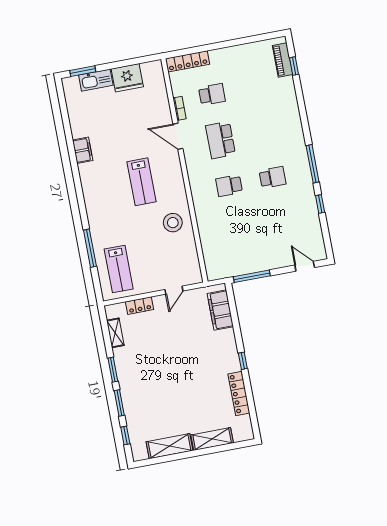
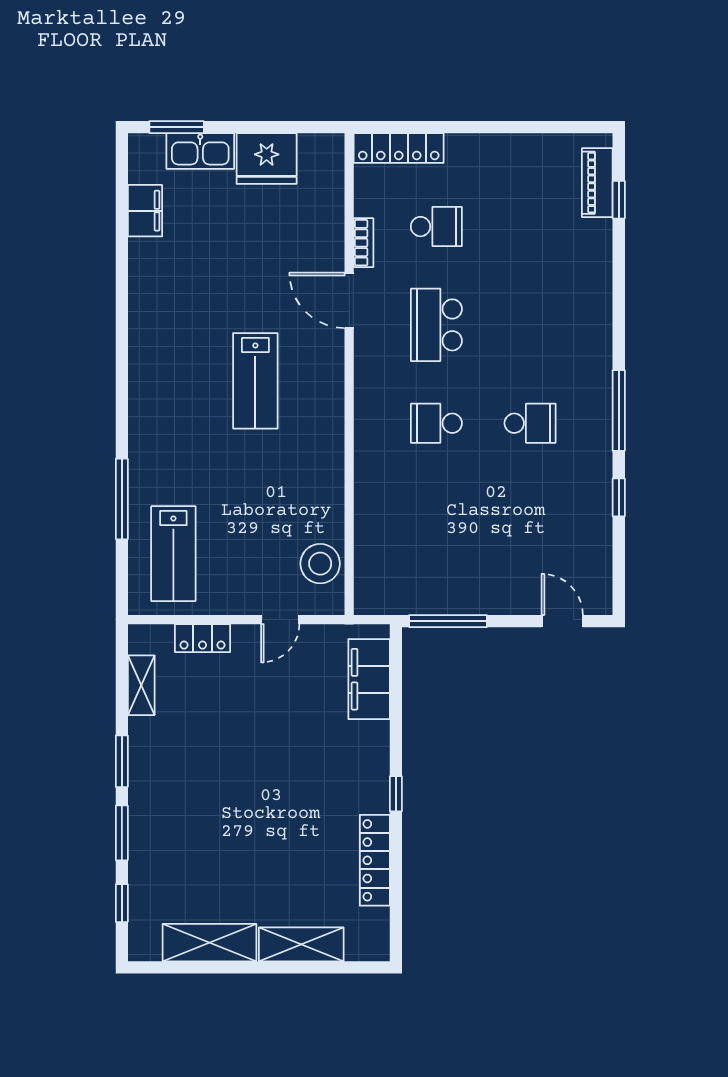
filing cabinet: (83, 150) -> (145, 211), moved
stool: (173, 223) -> (320, 564), moved

